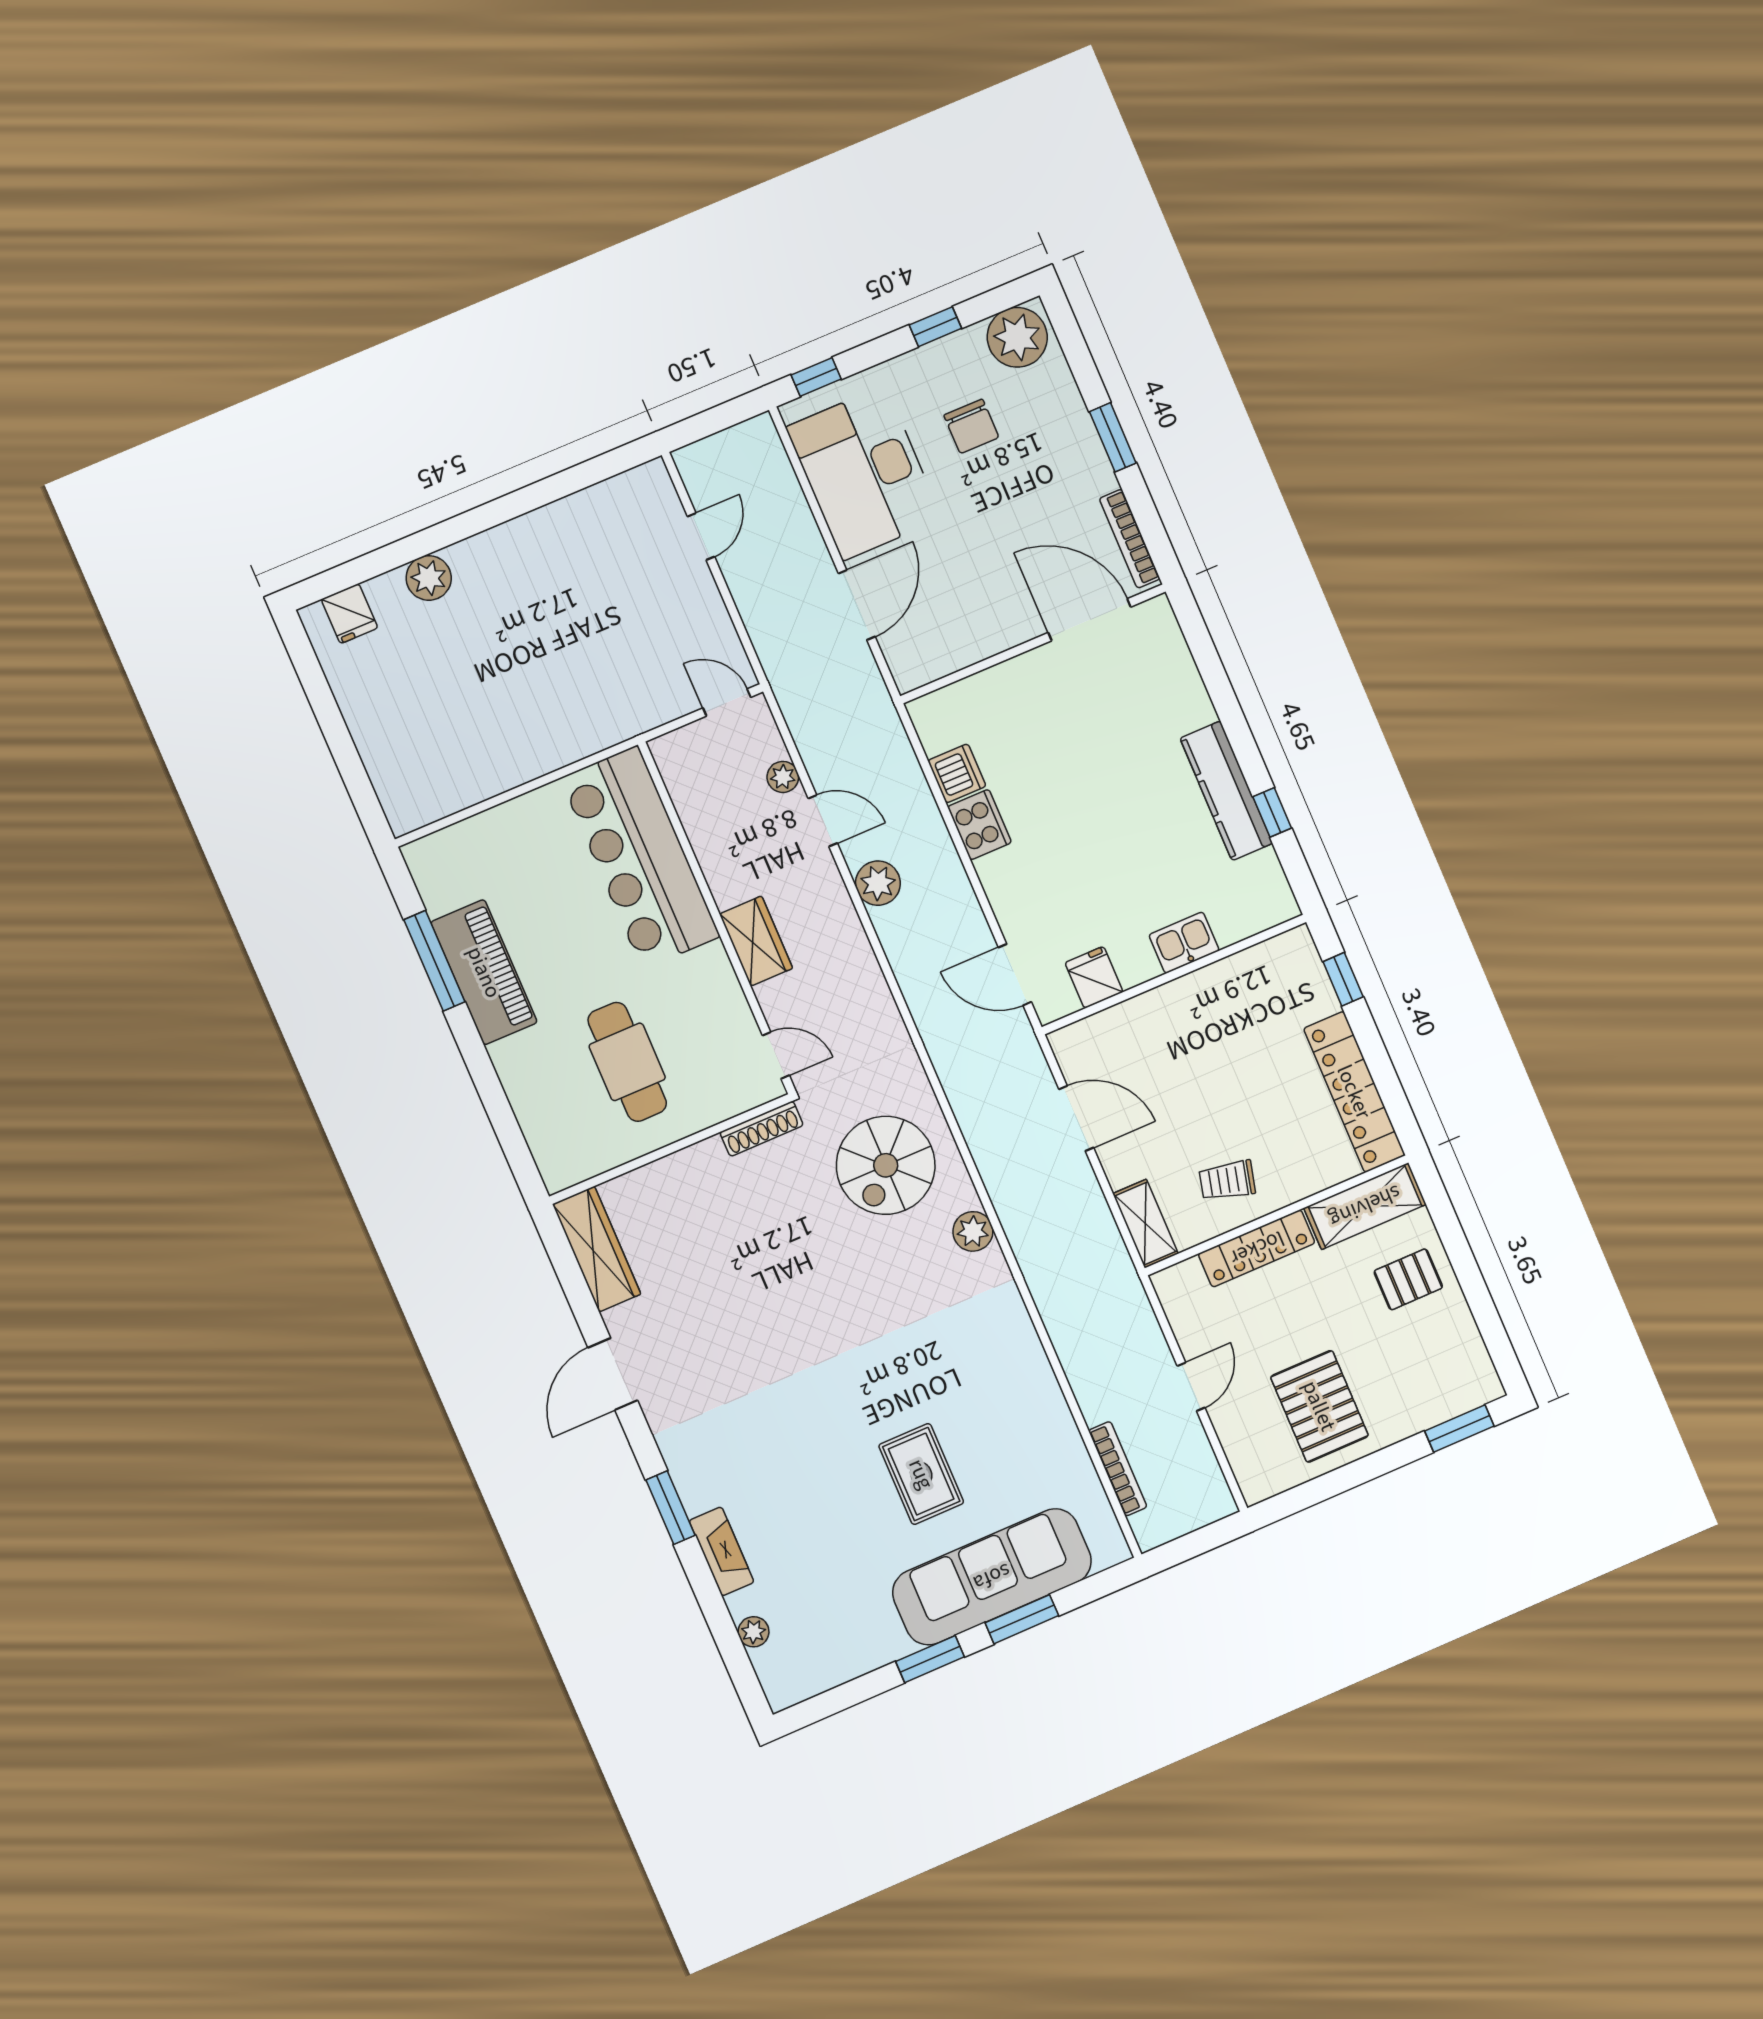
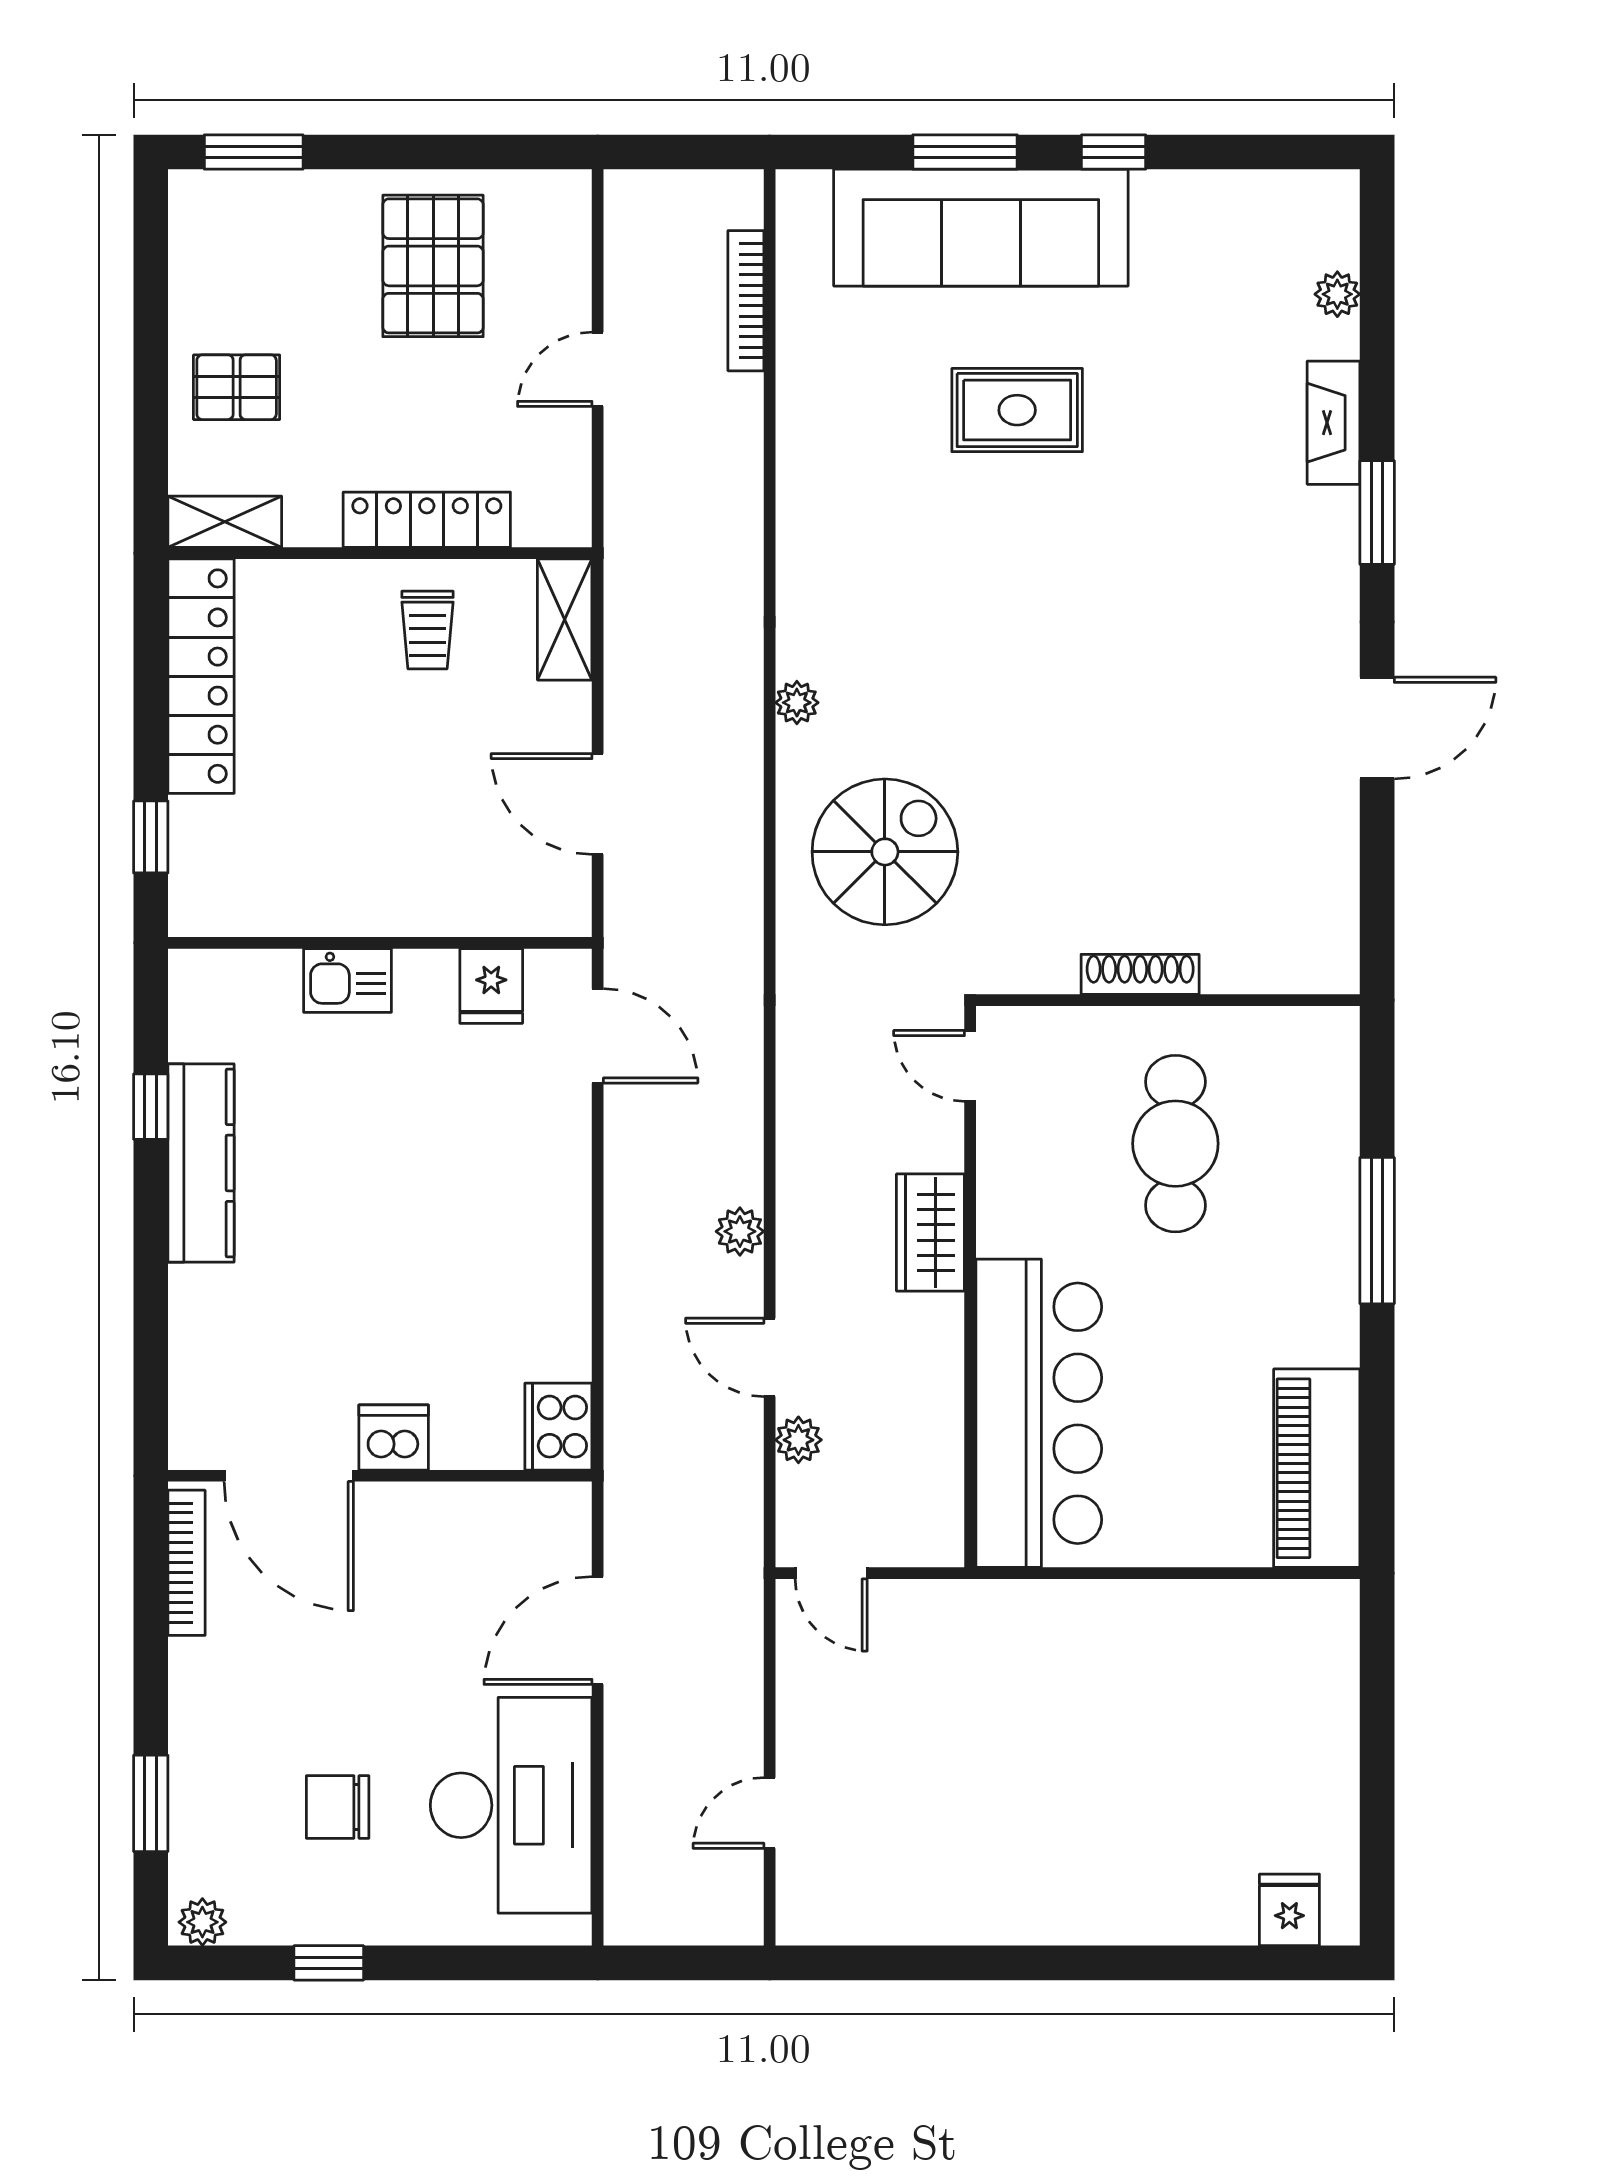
plant: (1017, 337) -> (202, 1922), width x0.53, depth x0.53
window: (816, 377) -> (520, 1963), removed
chair: (971, 426) -> (338, 1807), turned -90
window: (1113, 437) -> (151, 1803), moved
plant: (429, 578) -> (1162, 1913), removed
dishwasher: (957, 773) -> (394, 1437), moved, turned 90
cooker: (980, 825) -> (558, 1427), moved
plant: (878, 883) -> (740, 1231), width x0.73, depth x0.73
window: (434, 961) -> (1377, 1231), moved
piano: (484, 972) -> (1317, 1468), moved
shoe rack: (762, 1129) -> (1140, 974), moved
trolley: (1227, 1181) -> (427, 630), turned 76
shelving: (1365, 1206) -> (225, 522), width x0.67, depth x0.75
plant: (973, 1231) -> (797, 703), width x0.73, depth x0.73
wardrobe: (597, 1249) -> (1326, 907), removed
rug: (921, 1474) -> (1017, 410), turned 90
window: (930, 1659) -> (1114, 152), width x0.67

